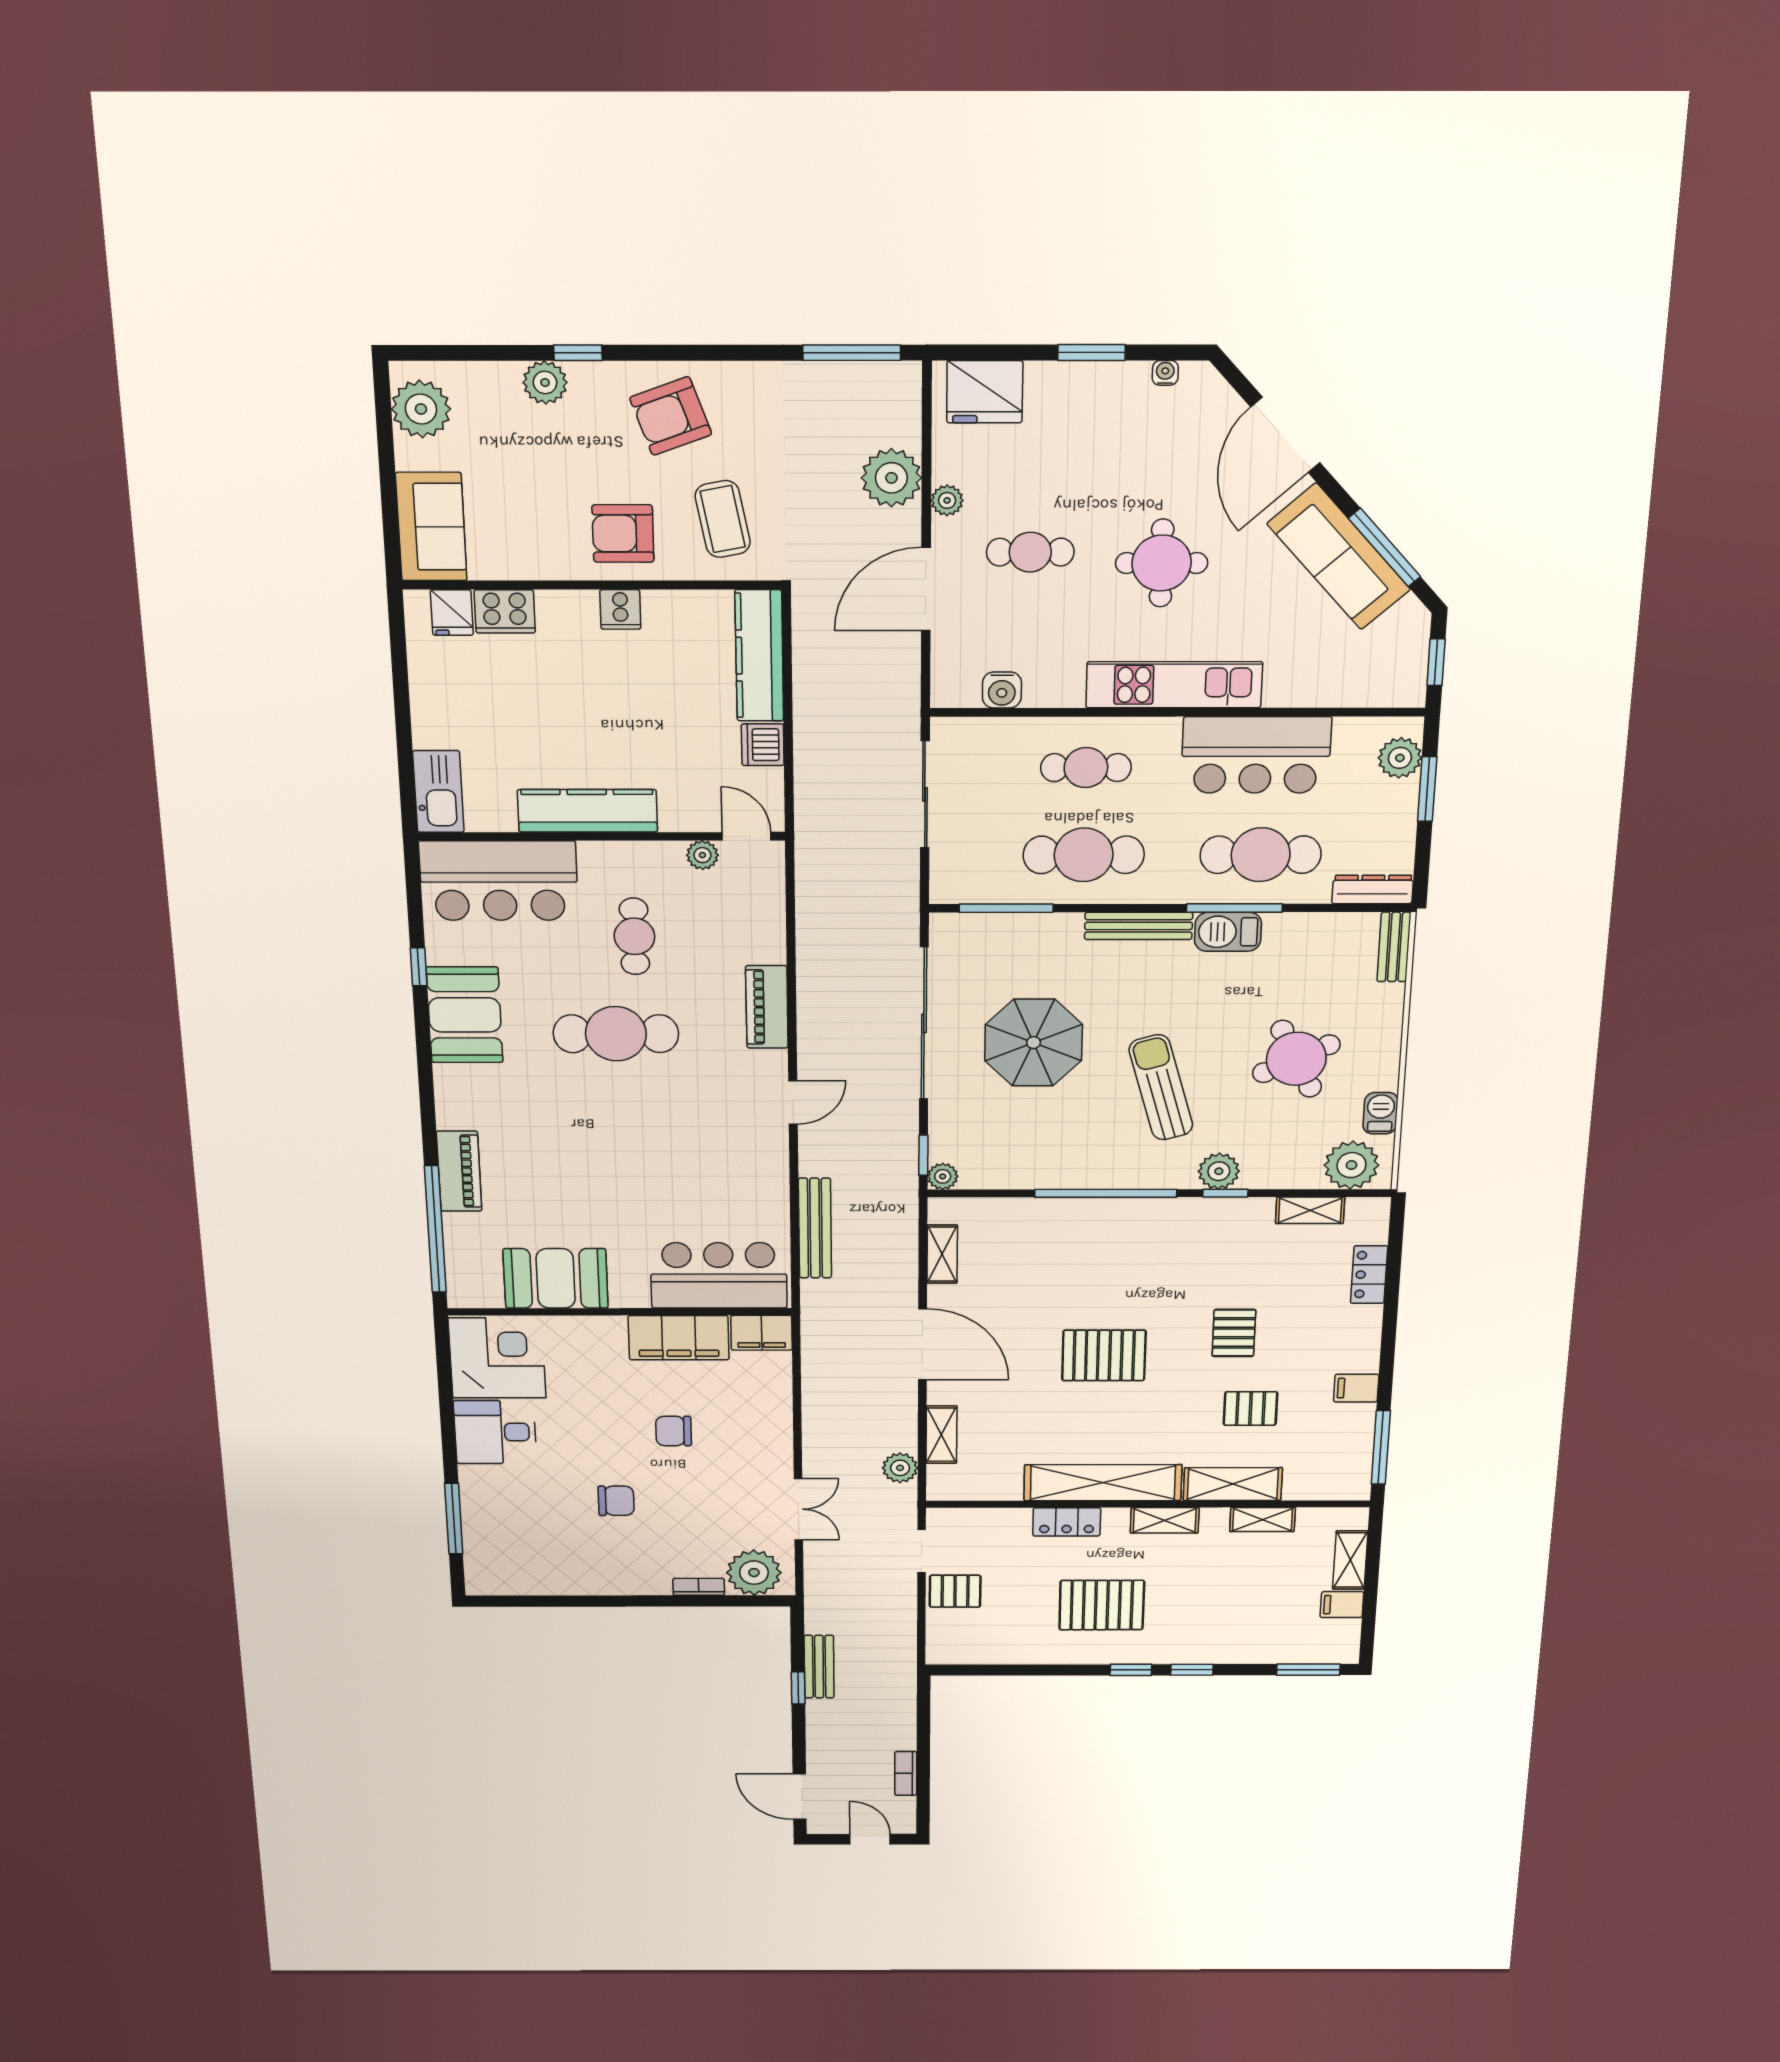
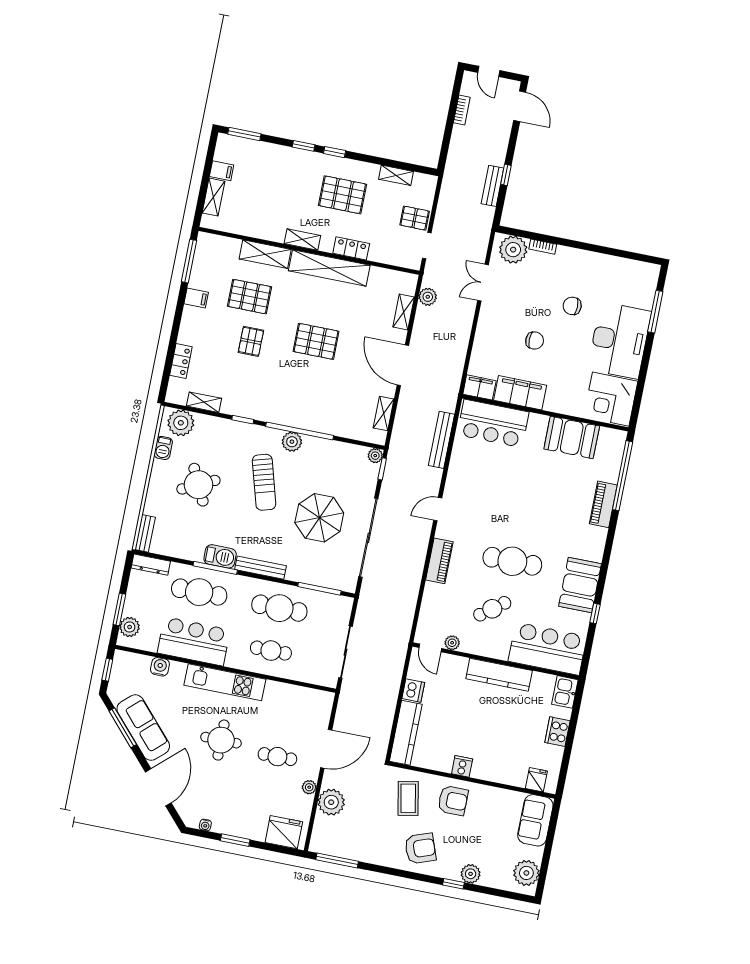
cooker: (505, 611) -> (557, 732), moved, turned -90
water cooler: (1002, 690) -> (160, 667), moved
kitchen sink: (438, 792) -> (565, 692), width x0.73
cafe table: (634, 936) -> (492, 609), turned 53
plant: (1219, 1171) -> (292, 442), moved
pallet: (1251, 1408) -> (250, 297), width x1.50, depth x1.42
desk: (495, 1432) -> (619, 340), width x1.87, depth x1.30
shelving: (1262, 1520) -> (396, 175), moved

